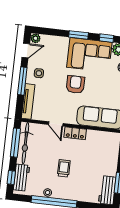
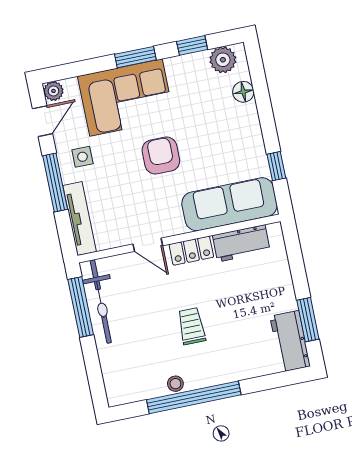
corner sofa: (89, 55) -> (126, 98), moved
window: (11, 178) -> (95, 378), removed
workbench: (22, 178) -> (241, 243), moved, turned 90

